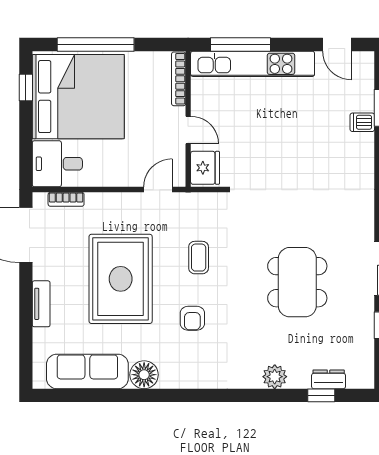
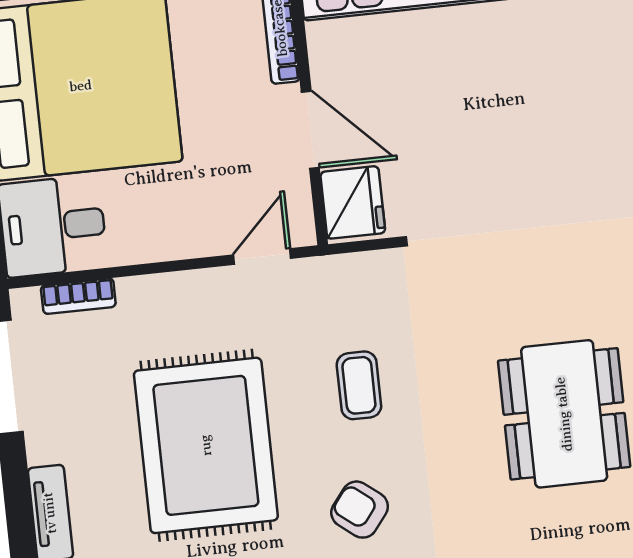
door: (188, 130) -> (310, 130), width x1.38
armchair: (192, 318) -> (360, 510), turned 128

